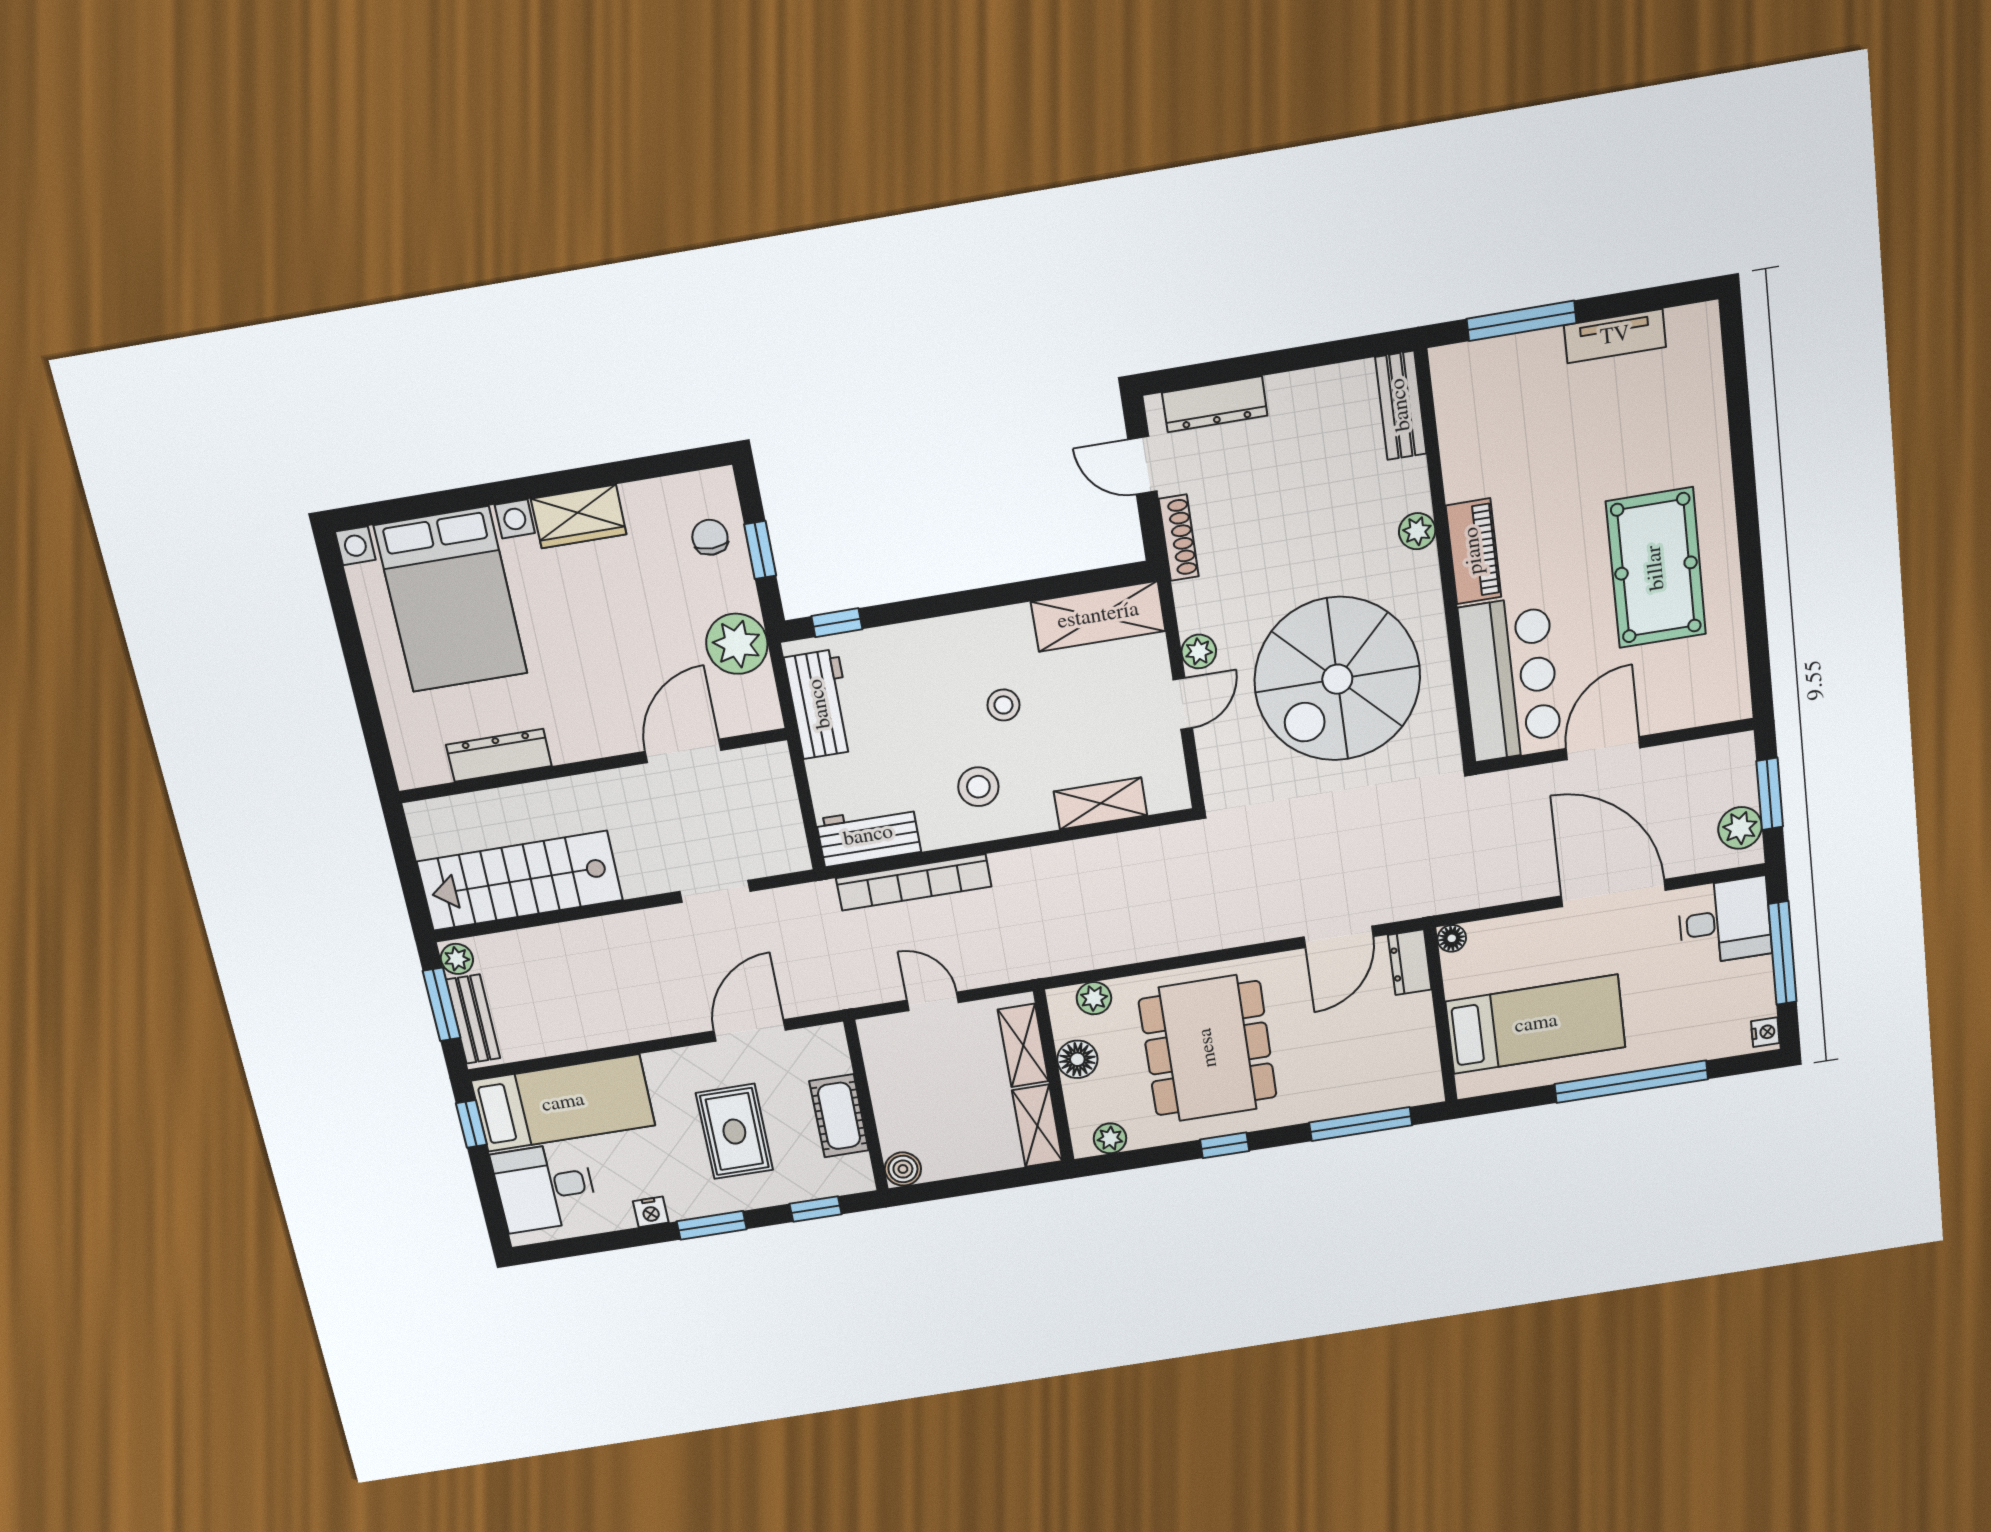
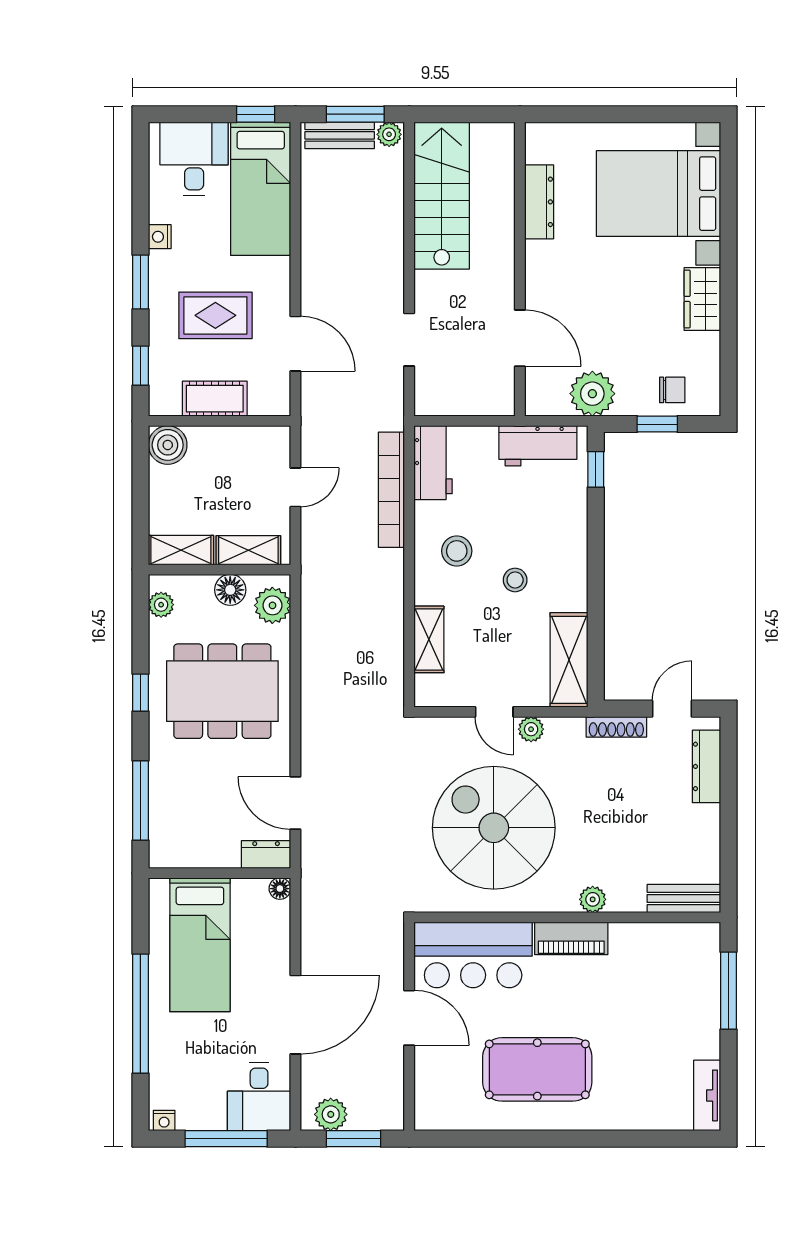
tv unit: (1615, 336) -> (707, 1095), moved
plant: (1094, 998) -> (272, 605), width x1.38, depth x1.38
boiler: (903, 1169) -> (168, 445), width x1.36, depth x1.36

